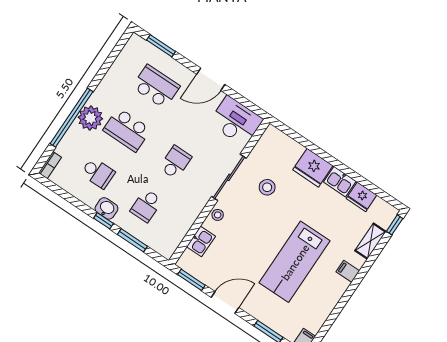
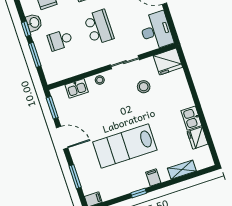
school desk: (175, 162) -> (99, 27), width x1.85
fridge: (313, 168) -> (168, 62), moved, turned -90
sliding door: (229, 177) -> (125, 62), width x0.73
window: (395, 225) -> (139, 193), moved

